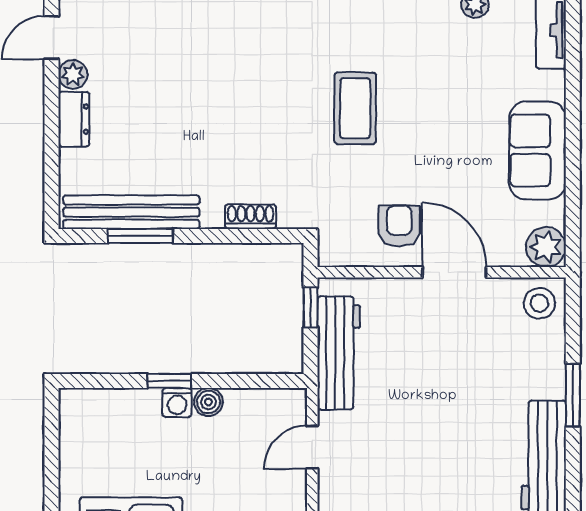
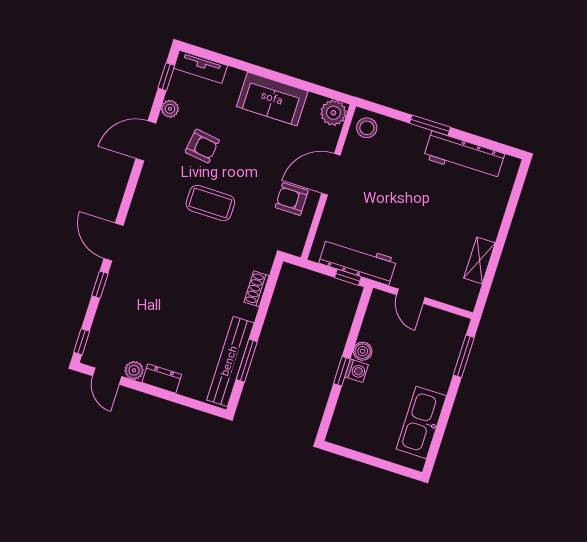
armchair: (435, 70) -> (202, 146), added
window: (310, 307) -> (348, 277), moved

